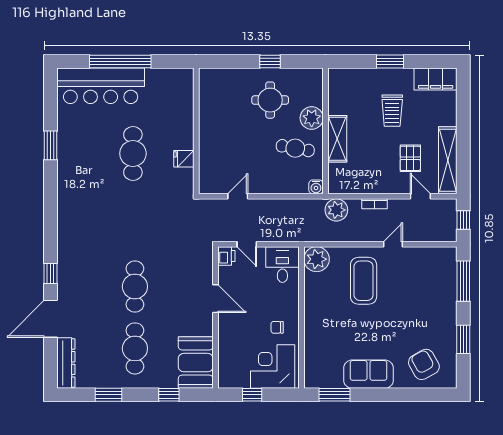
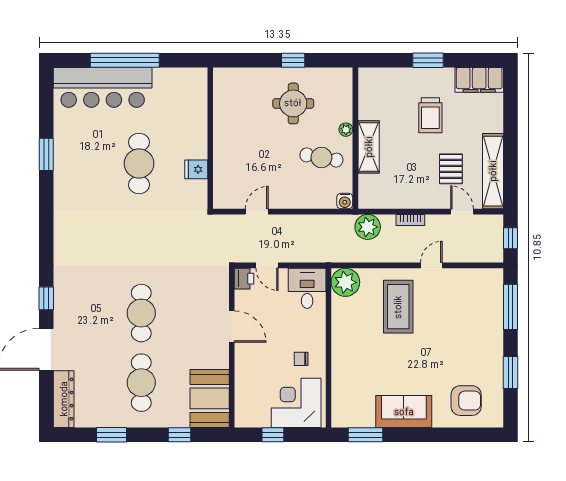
plant: (312, 118) -> (346, 130), width x0.53, depth x0.53
armchair: (424, 364) -> (466, 401), turned 119

